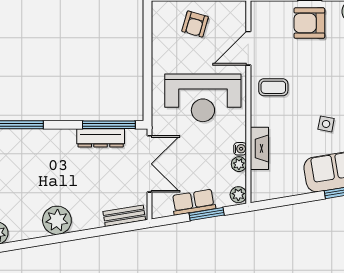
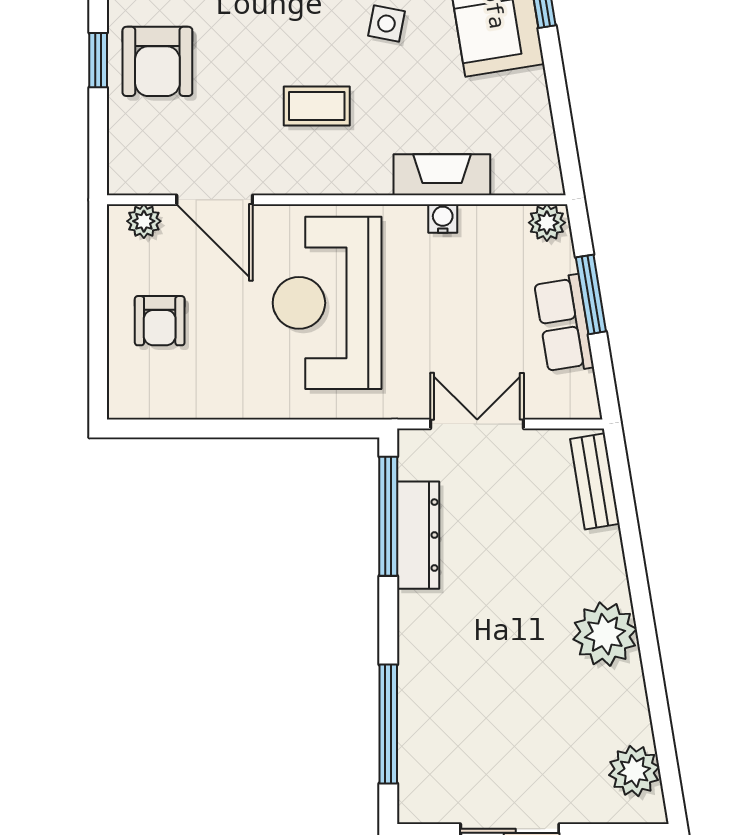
armchair: (195, 24) -> (160, 321), turned 74
coffee table: (273, 87) -> (317, 106), moved, turned 90
reception desk: (203, 98) -> (327, 303), turned 180
double door: (150, 164) -> (477, 424), width x0.73
plant: (239, 164) -> (144, 221), moved

